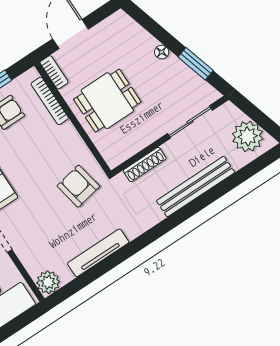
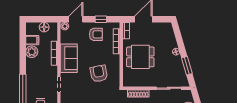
armchair: (78, 186) -> (99, 74), moved

